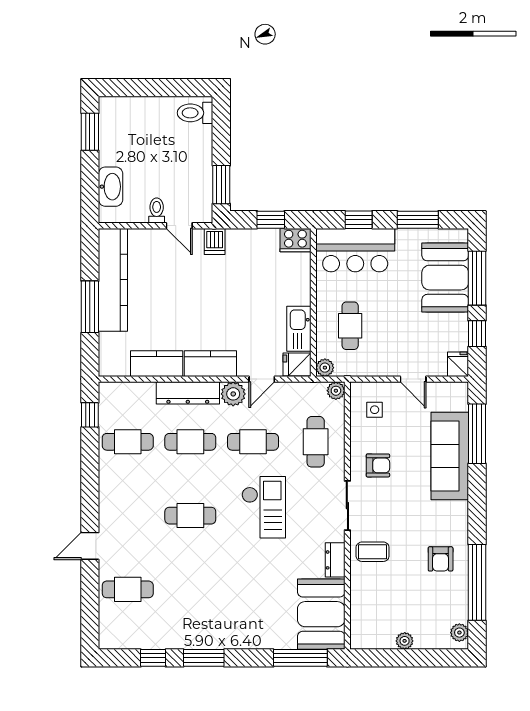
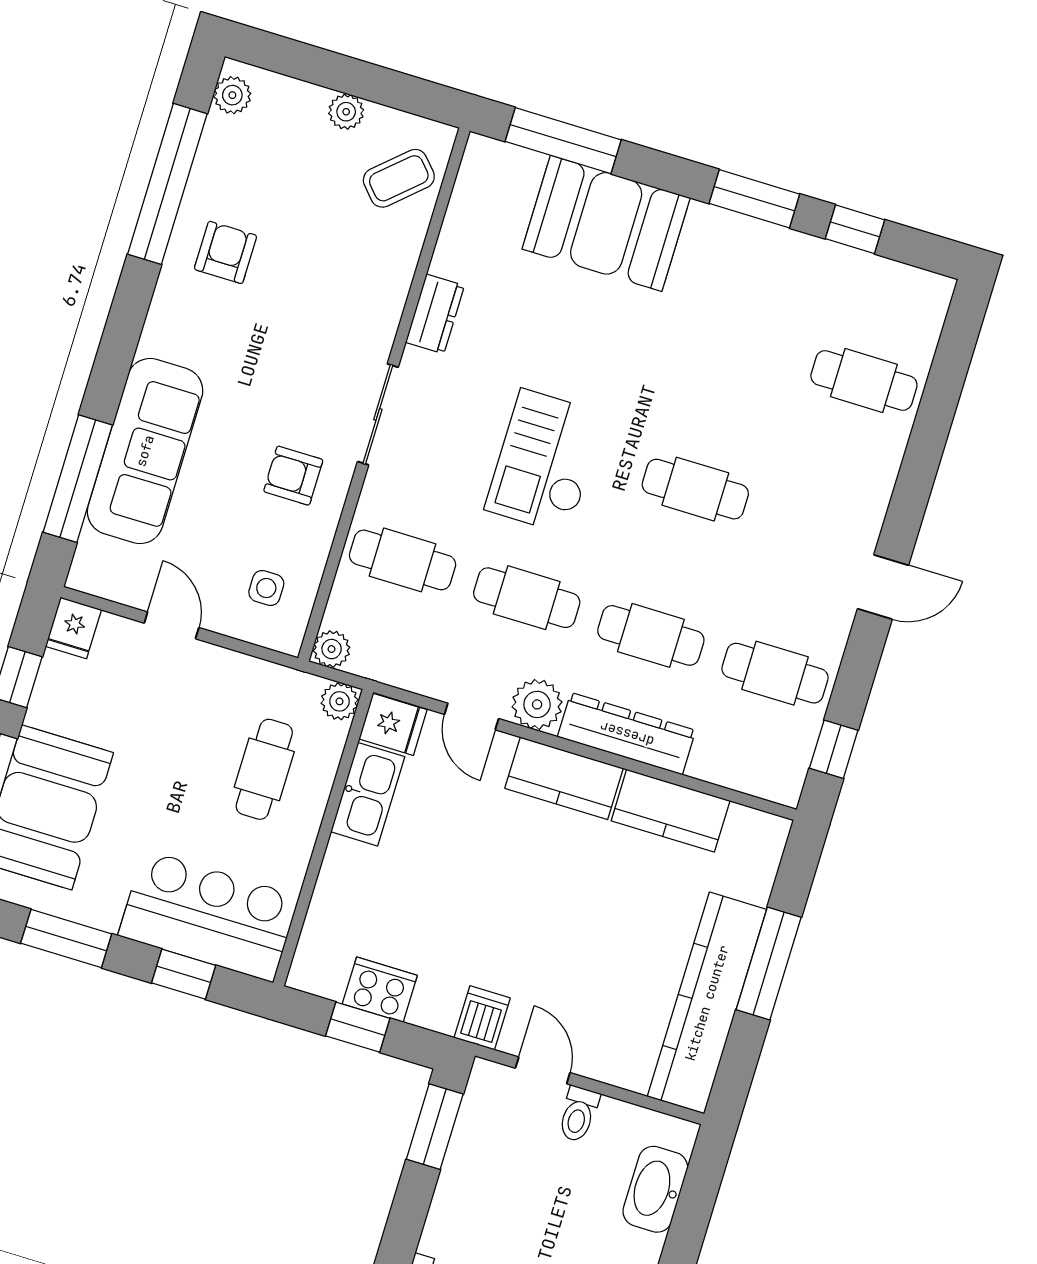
cooker: (295, 240) -> (380, 990), moved
door: (262, 379) -> (472, 716), swing flipped
cafe table: (316, 442) -> (403, 560), turned 90
door: (90, 546) -> (883, 587), moved
coffee table: (373, 552) -> (399, 178), moved, turned -42
booth: (321, 614) -> (606, 223), moved, turned 90

